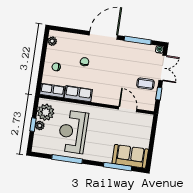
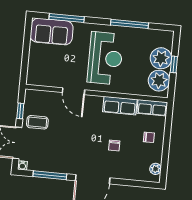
door: (128, 109) -> (74, 91), moved
plant: (40, 126) -> (161, 58), width x1.88, depth x1.88
reception desk: (73, 132) -> (105, 58), moved

